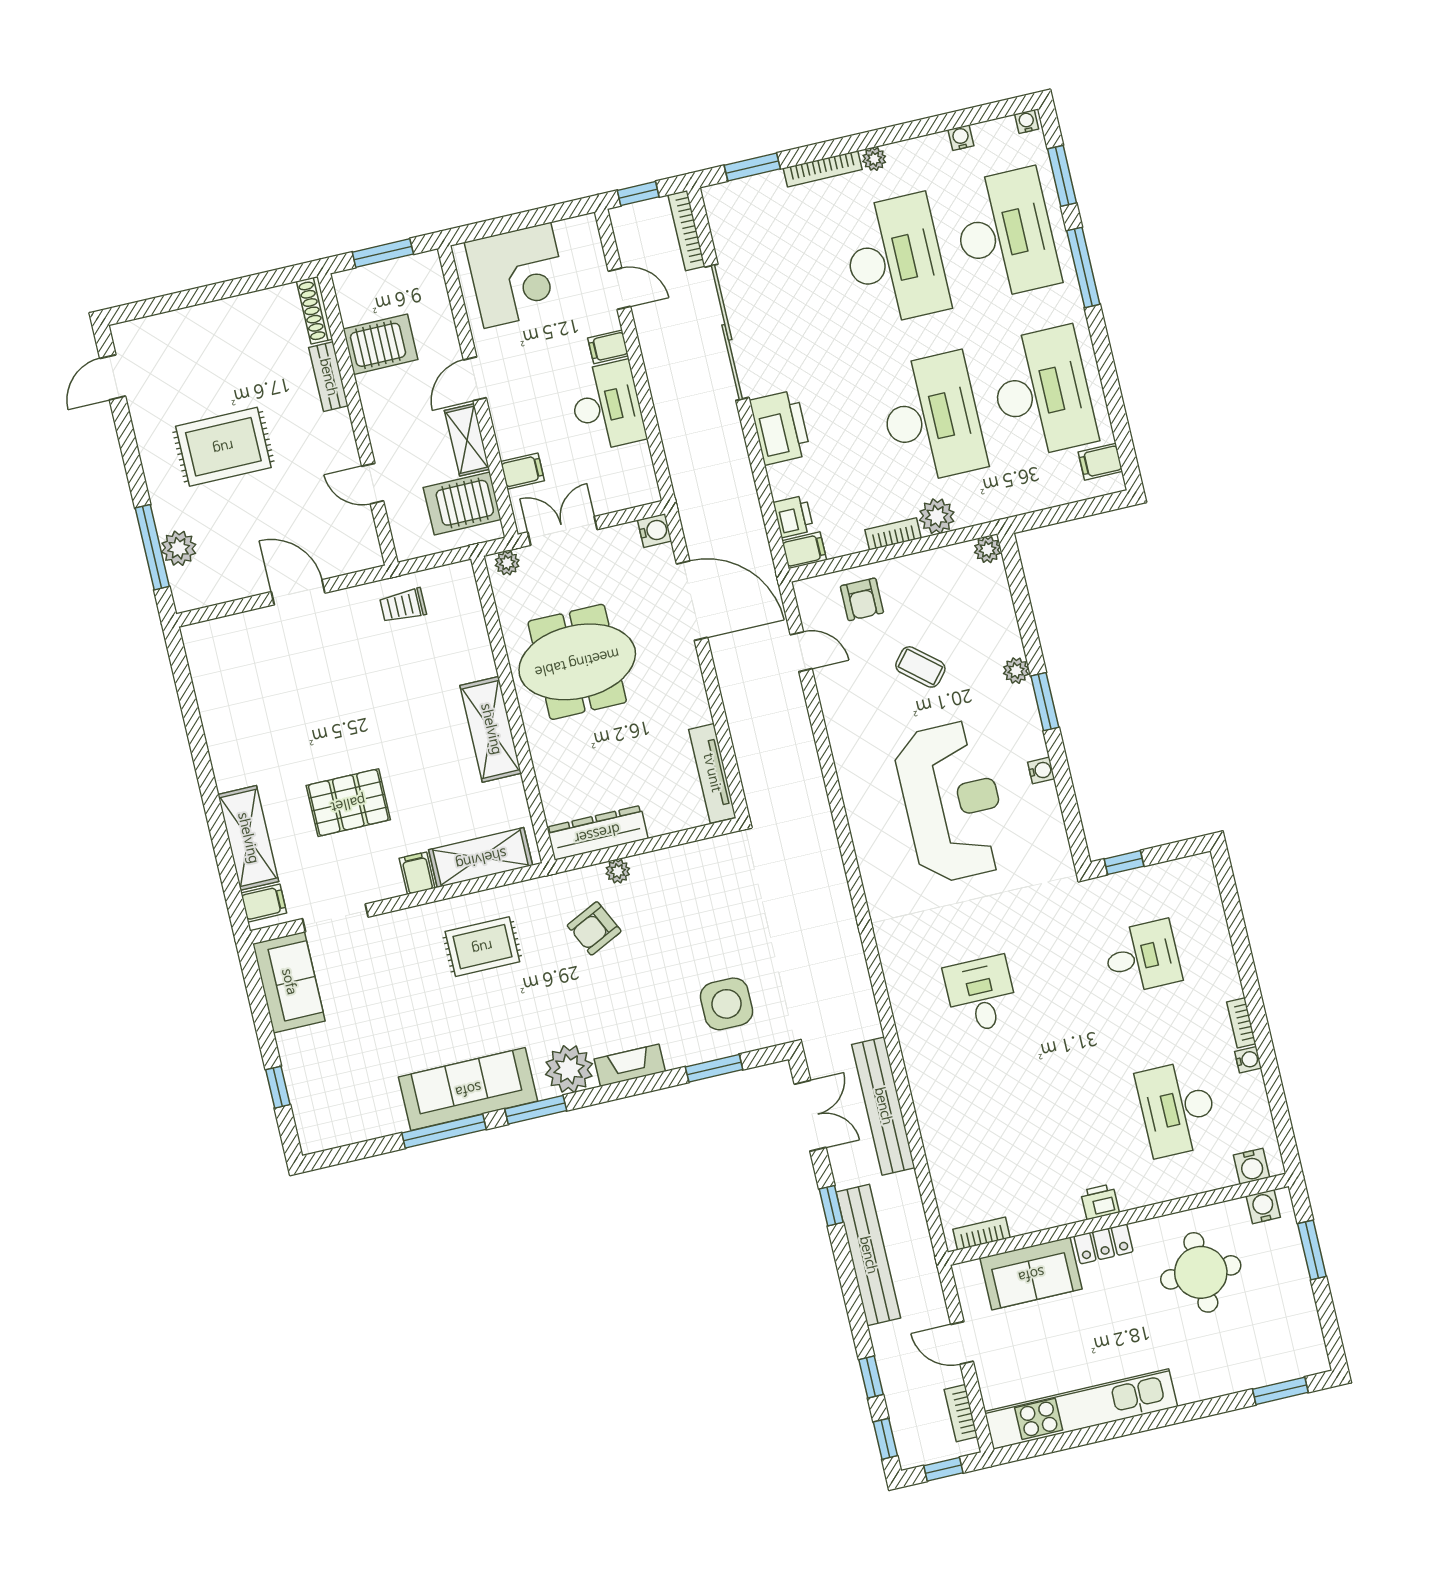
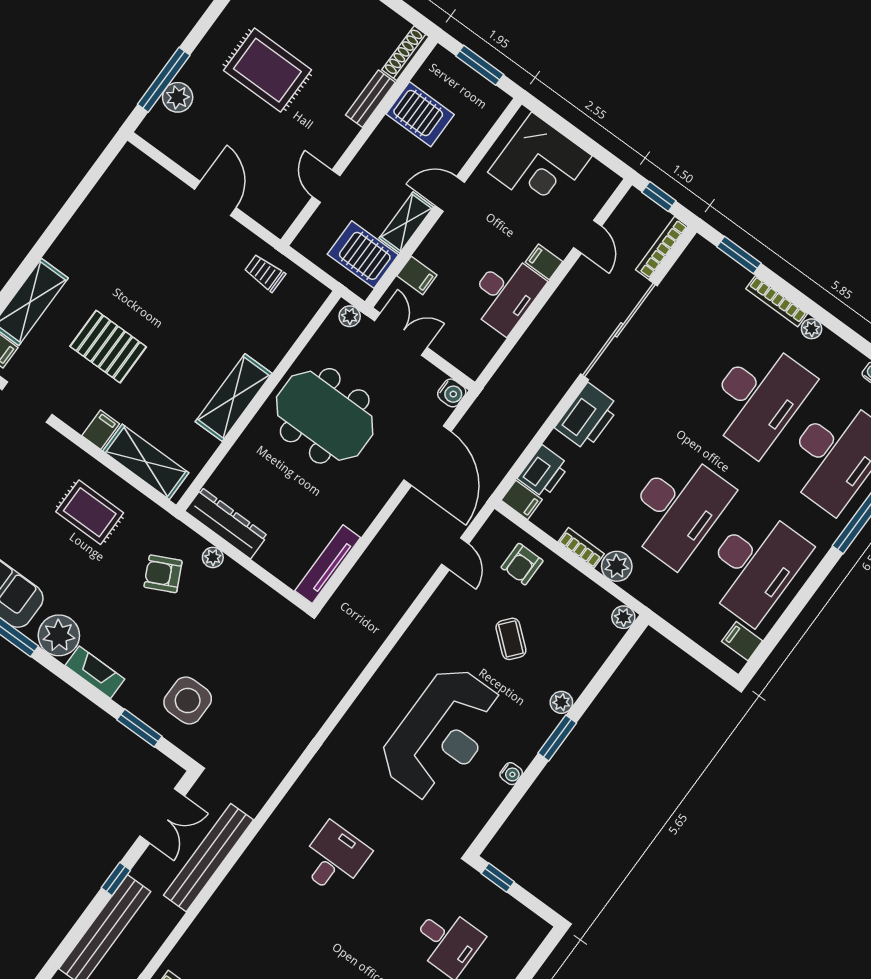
printer: (793, 516) -> (543, 472), width x1.36, depth x1.24

